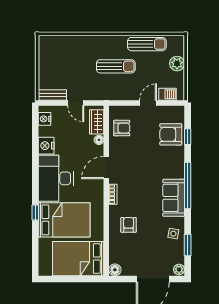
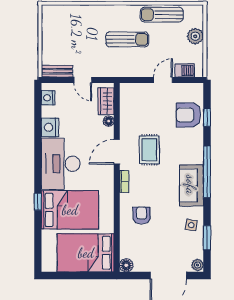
sun lounger: (147, 44) -> (162, 15), turned 180
armchair: (122, 128) -> (134, 108), removed
rug: (136, 166) -> (149, 150), added

